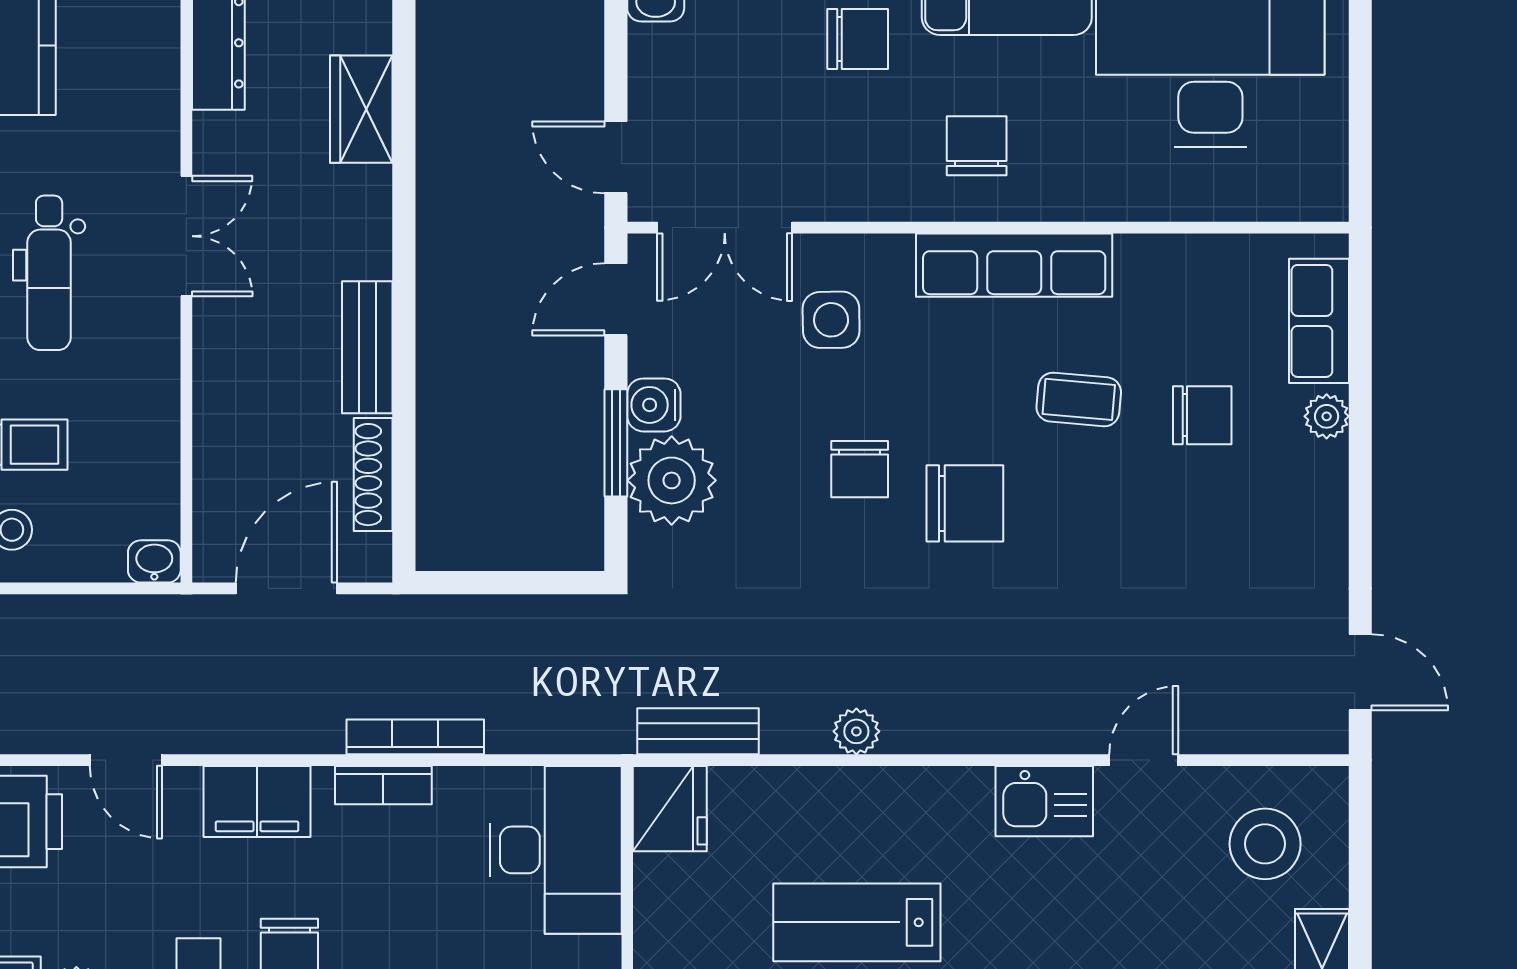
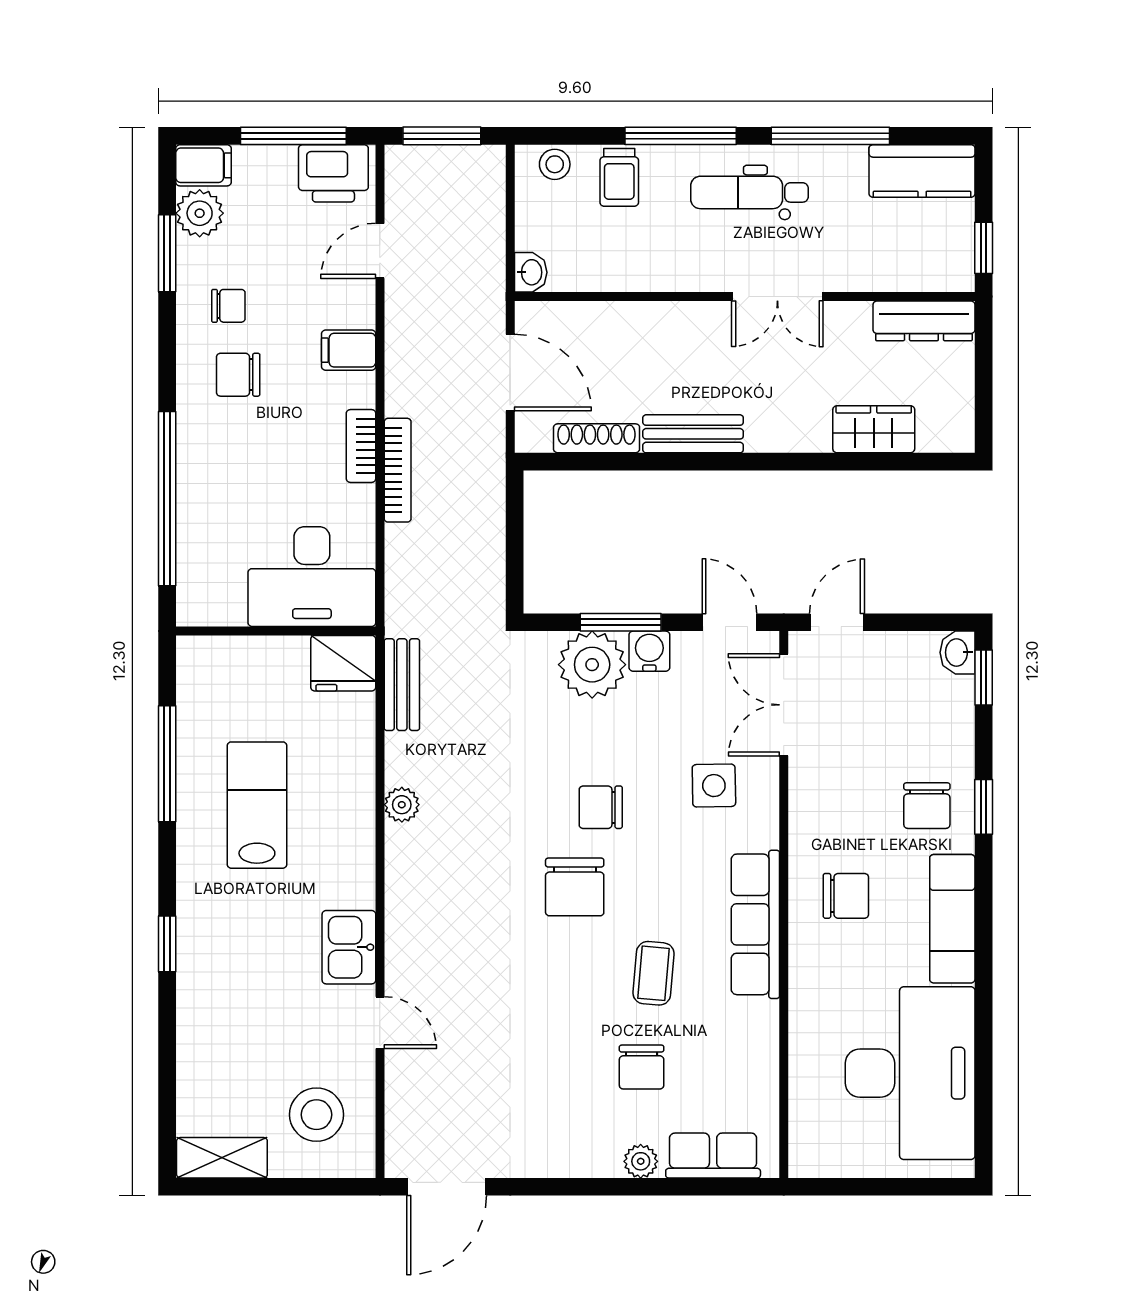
door: (1360, 672) -> (447, 1187), width x1.38
filing cabinet: (257, 801) -> (349, 350), width x0.50

